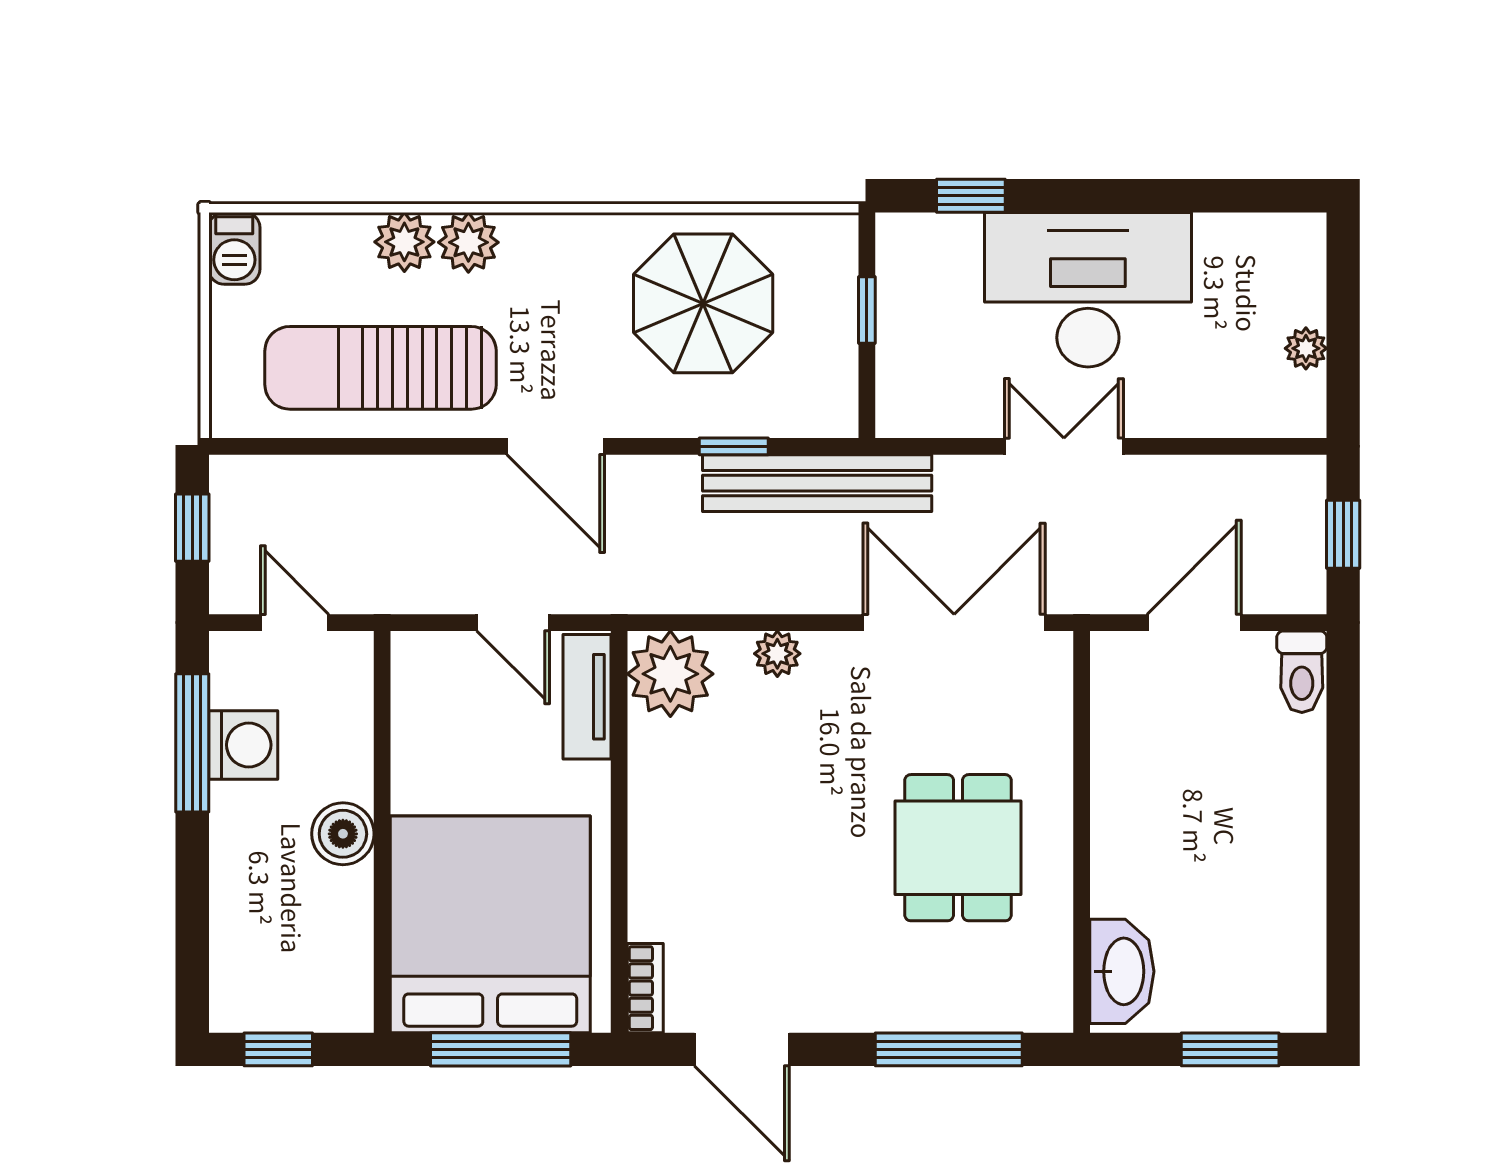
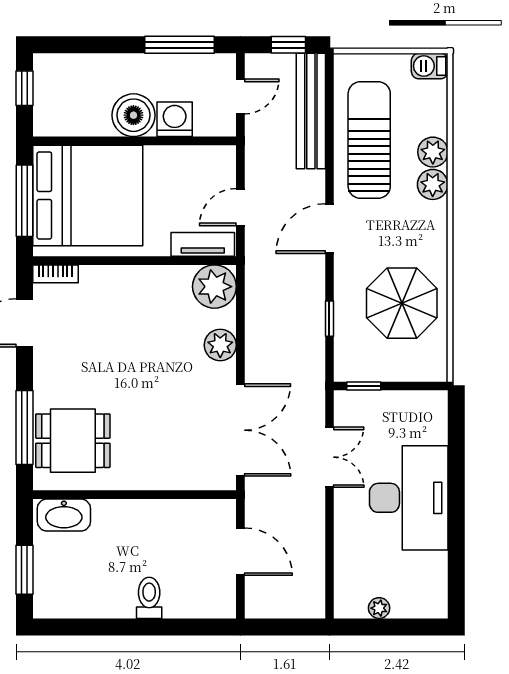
window: (971, 196) -> (456, 439), removed
window: (867, 310) -> (364, 386), moved
double door: (1064, 446) -> (329, 457), moved
bench: (817, 483) -> (311, 111), moved
window: (1343, 534) -> (285, 627), removed
plant: (777, 654) -> (220, 345), width x1.38, depth x1.38
toilet: (1302, 672) -> (149, 598), moved, turned 90
washing machine: (243, 745) -> (175, 119), moved, turned 180
boiler: (343, 834) -> (133, 115), width x1.37, depth x1.37
dining table: (958, 848) -> (73, 441), moved

